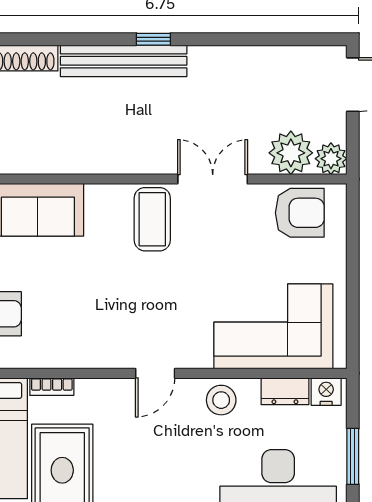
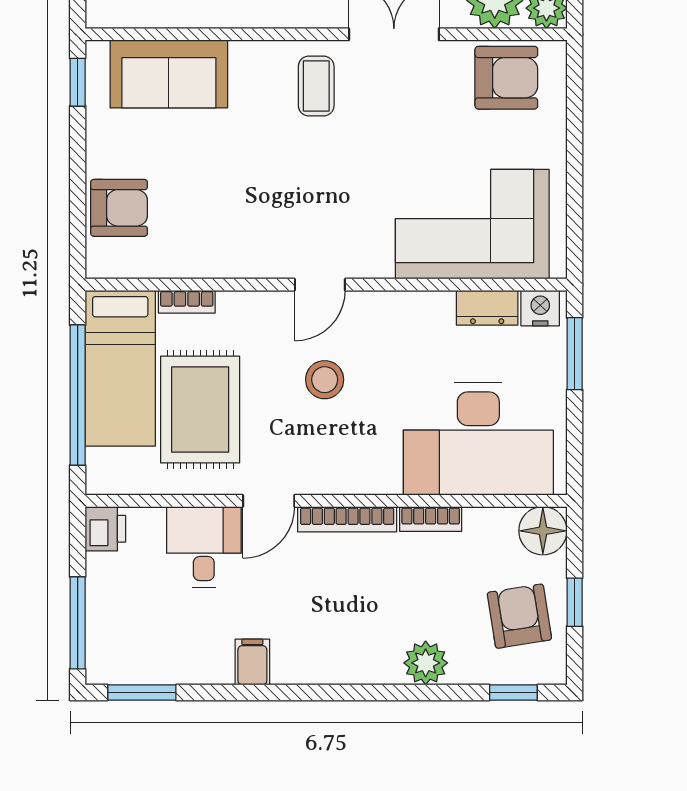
coffee table: (152, 219) -> (316, 86), width x0.73, depth x0.77
stool: (221, 400) -> (325, 380), moved
window: (353, 456) -> (575, 354), moved

